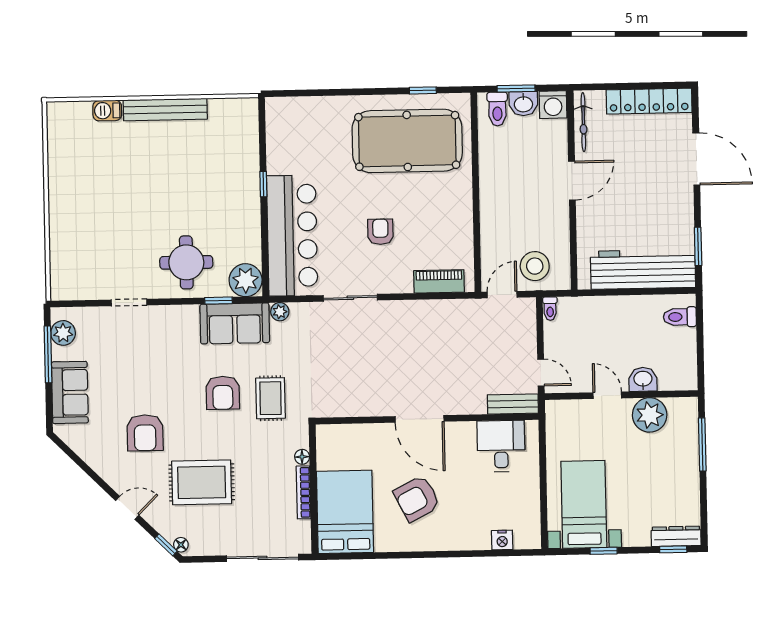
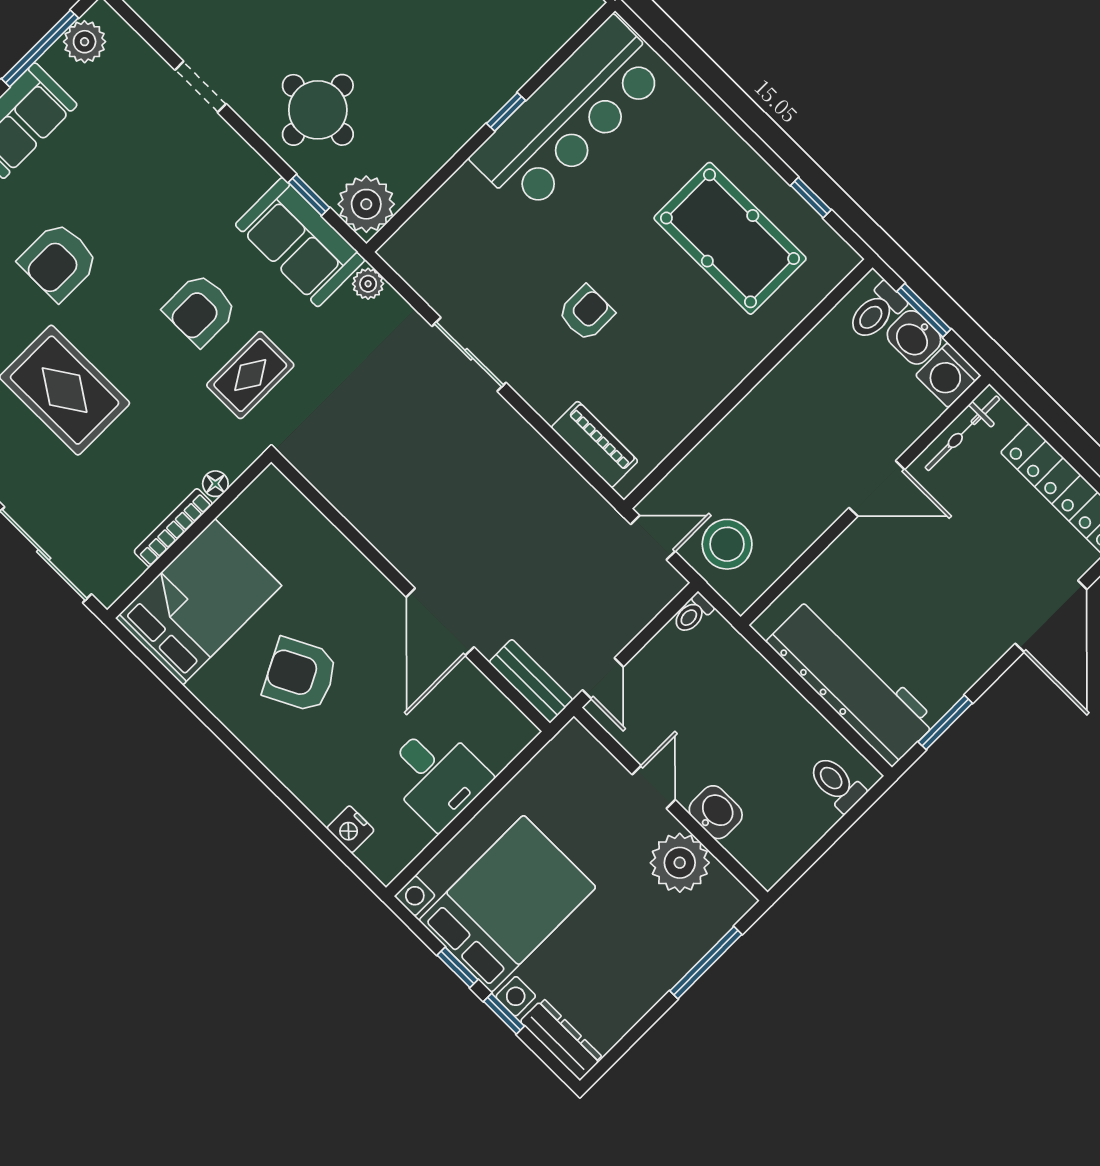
pool table: (407, 141) -> (730, 238), width x0.73, depth x0.76
bar counter: (292, 236) -> (570, 115), moved
door: (420, 419) -> (440, 622), moved
desk: (501, 446) -> (436, 775), moved, turned 90
bed with nightstands: (584, 504) -> (507, 904), width x1.36
window: (673, 549) -> (504, 1014), moved

